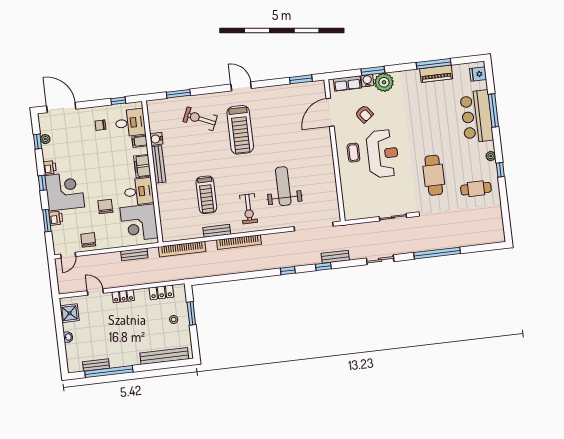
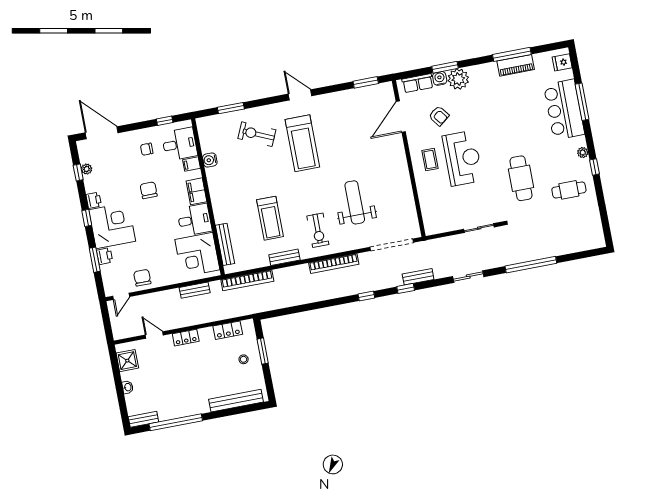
bench: (158, 164) -> (225, 244), moved
chair: (105, 206) -> (149, 190), moved
bookcase: (239, 242) -> (334, 264), moved
bench: (96, 365) -> (143, 419), moved

